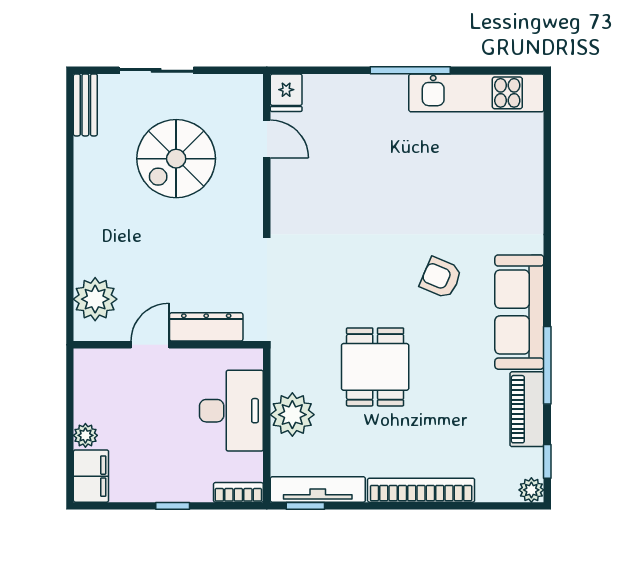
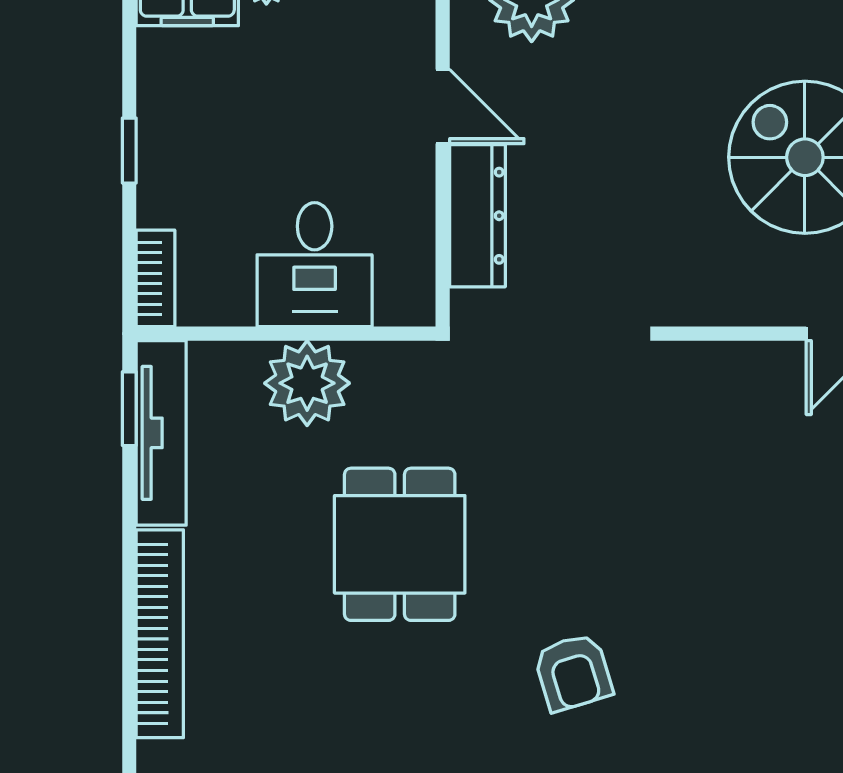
armchair: (441, 278) -> (573, 672), turned 140
dining table: (375, 367) -> (400, 544), turned 90
desk: (231, 411) -> (315, 265), width x0.73

